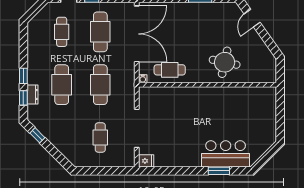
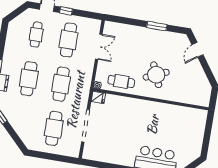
double door: (137, 34) -> (99, 47), width x0.54
round table: (225, 62) -> (156, 75), moved, turned -35
cafe table: (100, 138) -> (54, 128), width x1.37, depth x1.35
fridge: (146, 161) -> (98, 97), moved

